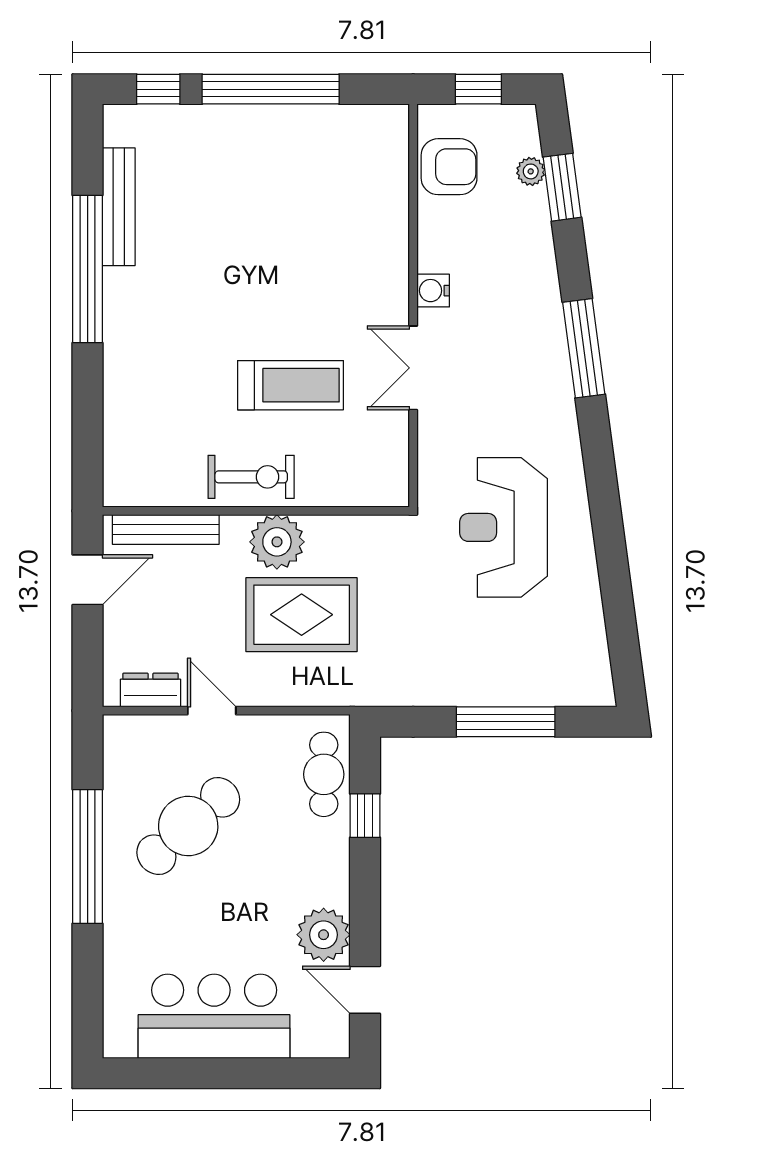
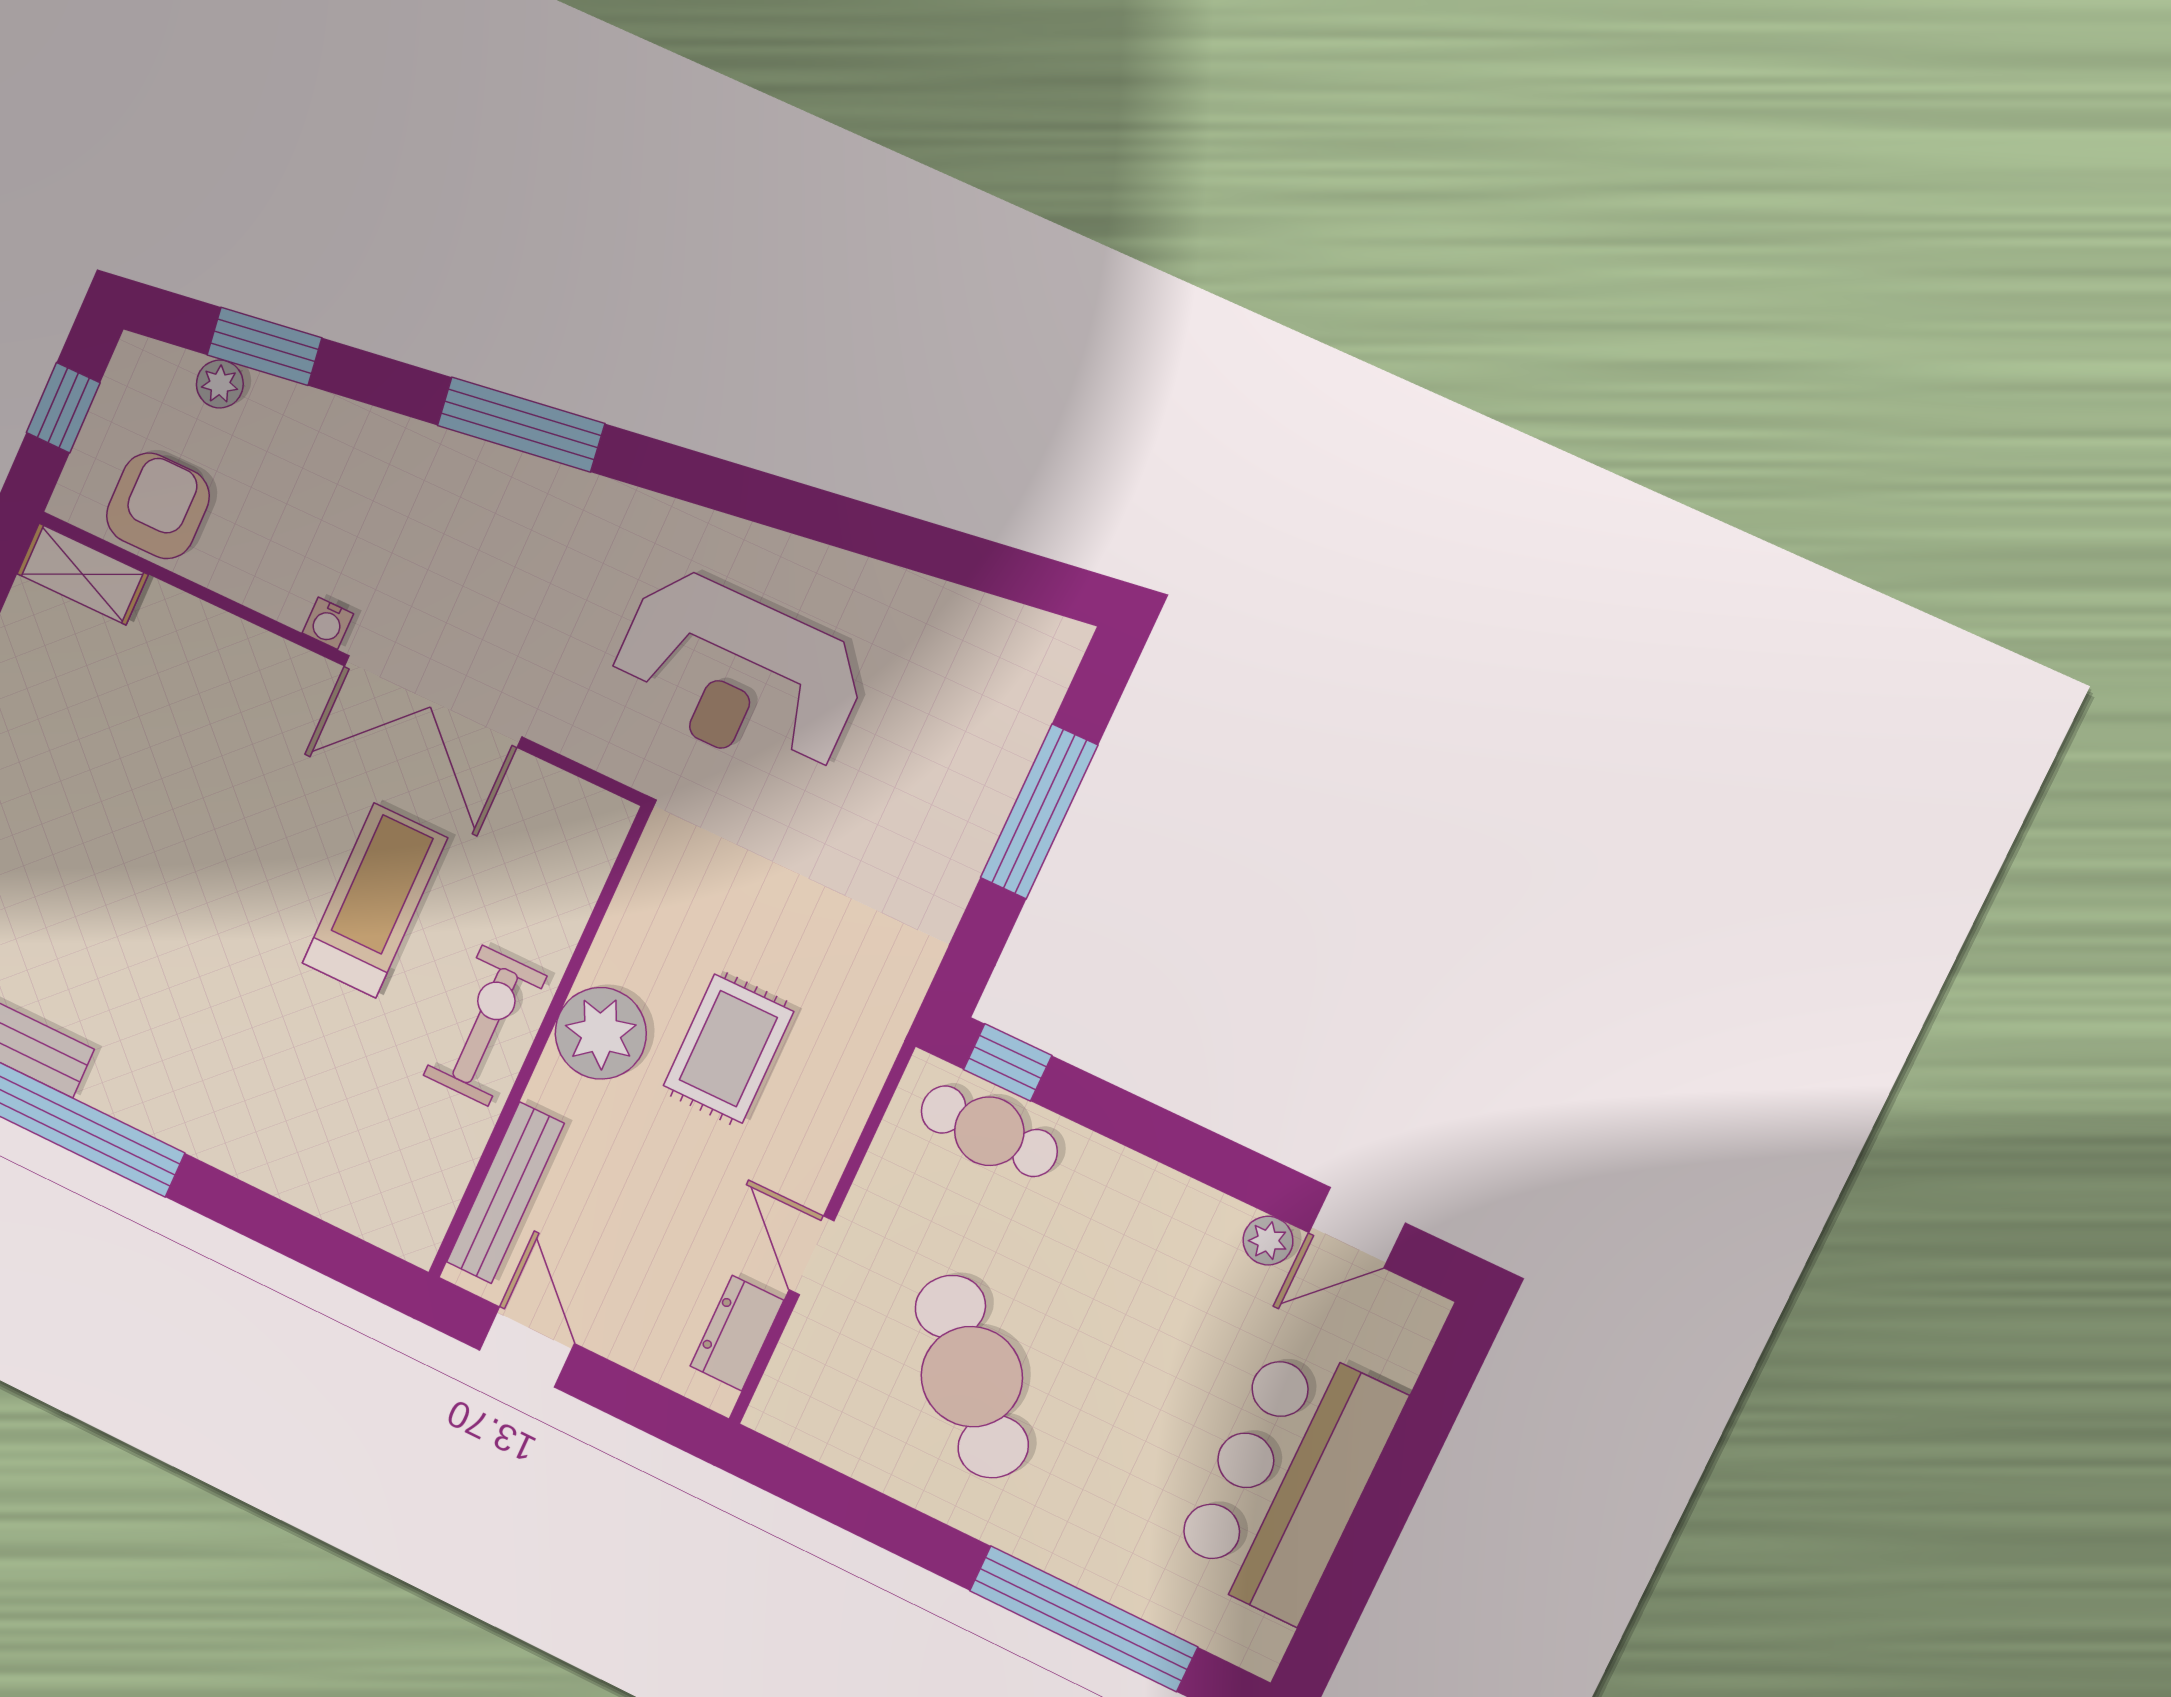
shelving: (393, 141) -> (83, 574), added
water cooler: (433, 291) -> (328, 623), width x0.72, depth x0.72
double door: (413, 368) -> (433, 701), width x1.37
rug: (302, 615) -> (728, 1049), width x0.73, depth x0.70
door: (212, 711) -> (812, 1255), hinge flipped
window: (365, 816) -> (1008, 1062), moved
window: (88, 856) -> (1083, 1619), moved
plant: (324, 935) -> (1268, 1241), width x0.53, depth x0.53

